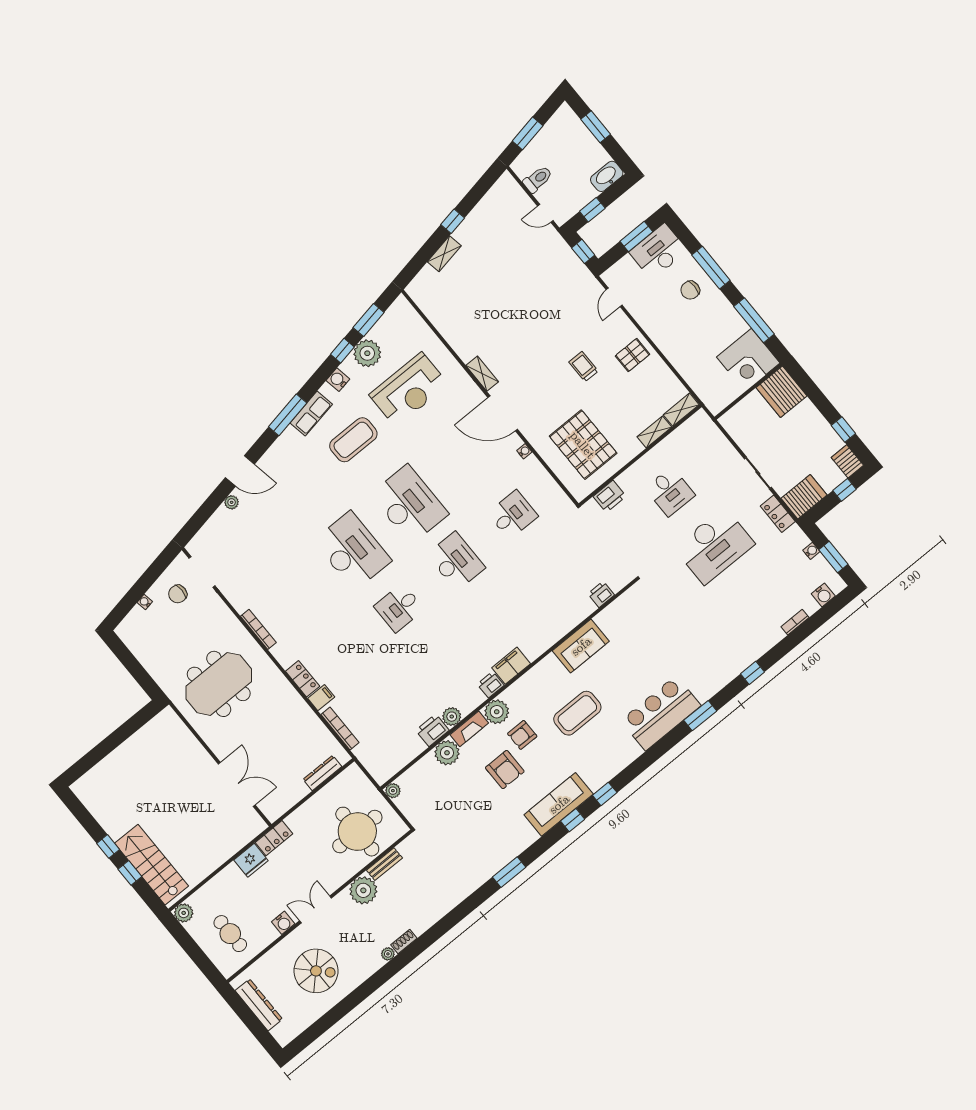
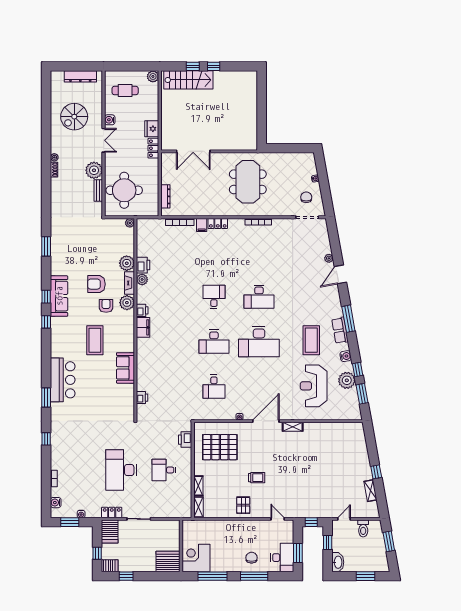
shelving: (444, 254) -> (370, 491), moved
desk: (352, 551) -> (259, 297), width x0.73, depth x0.77

